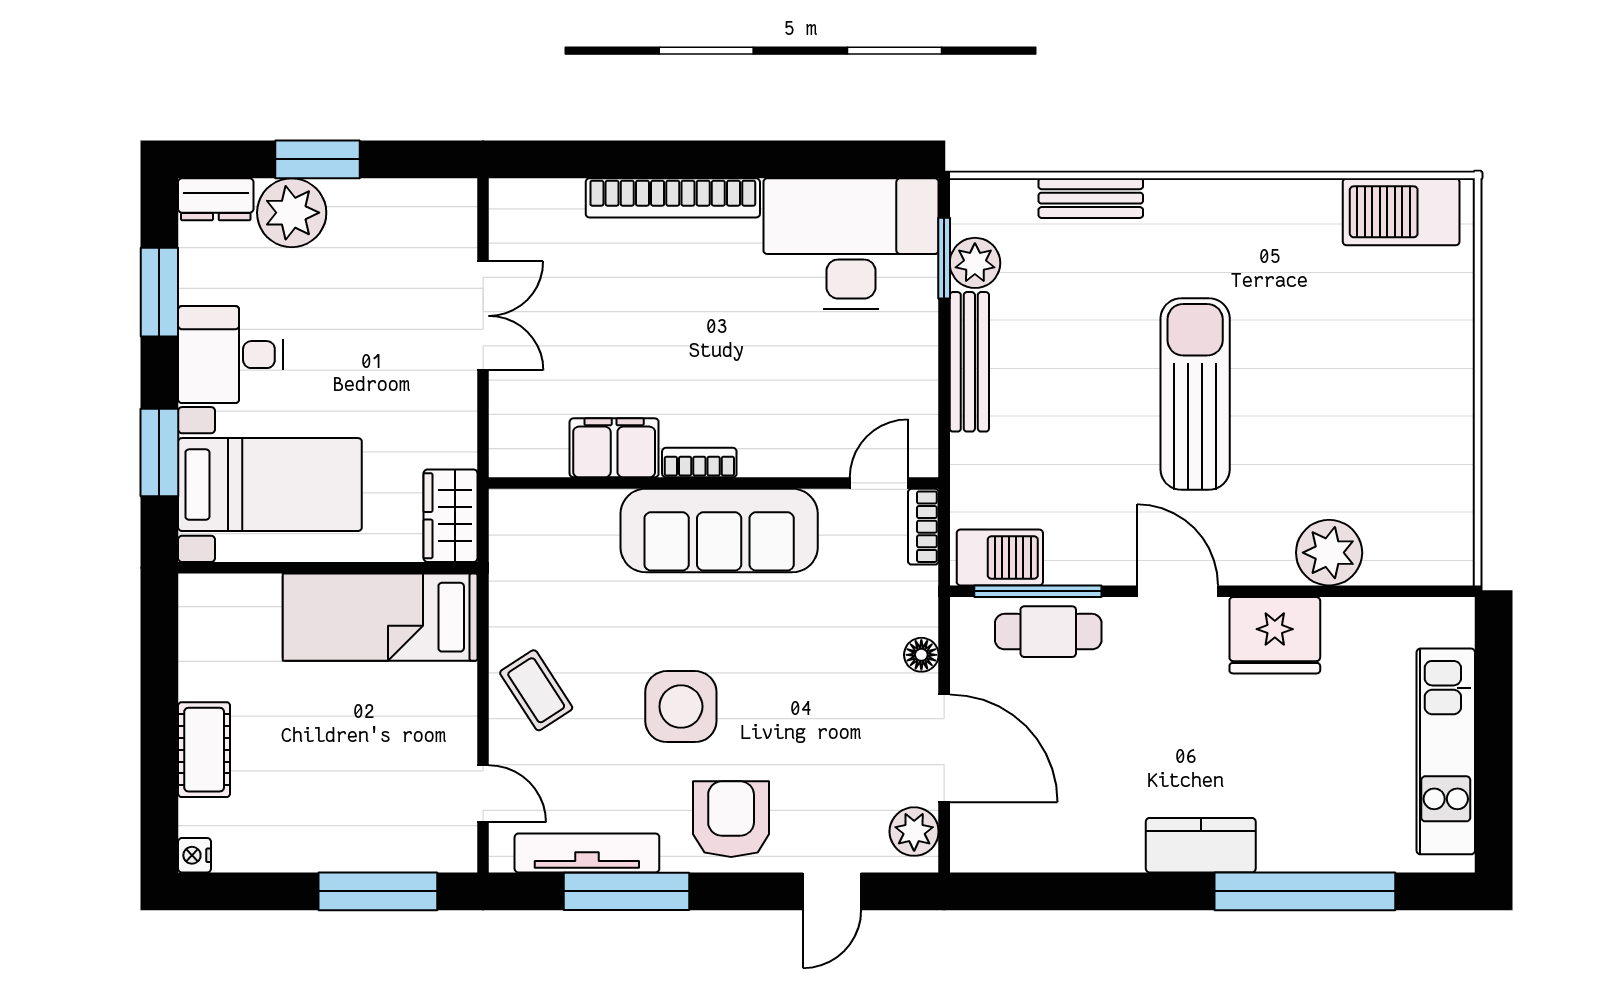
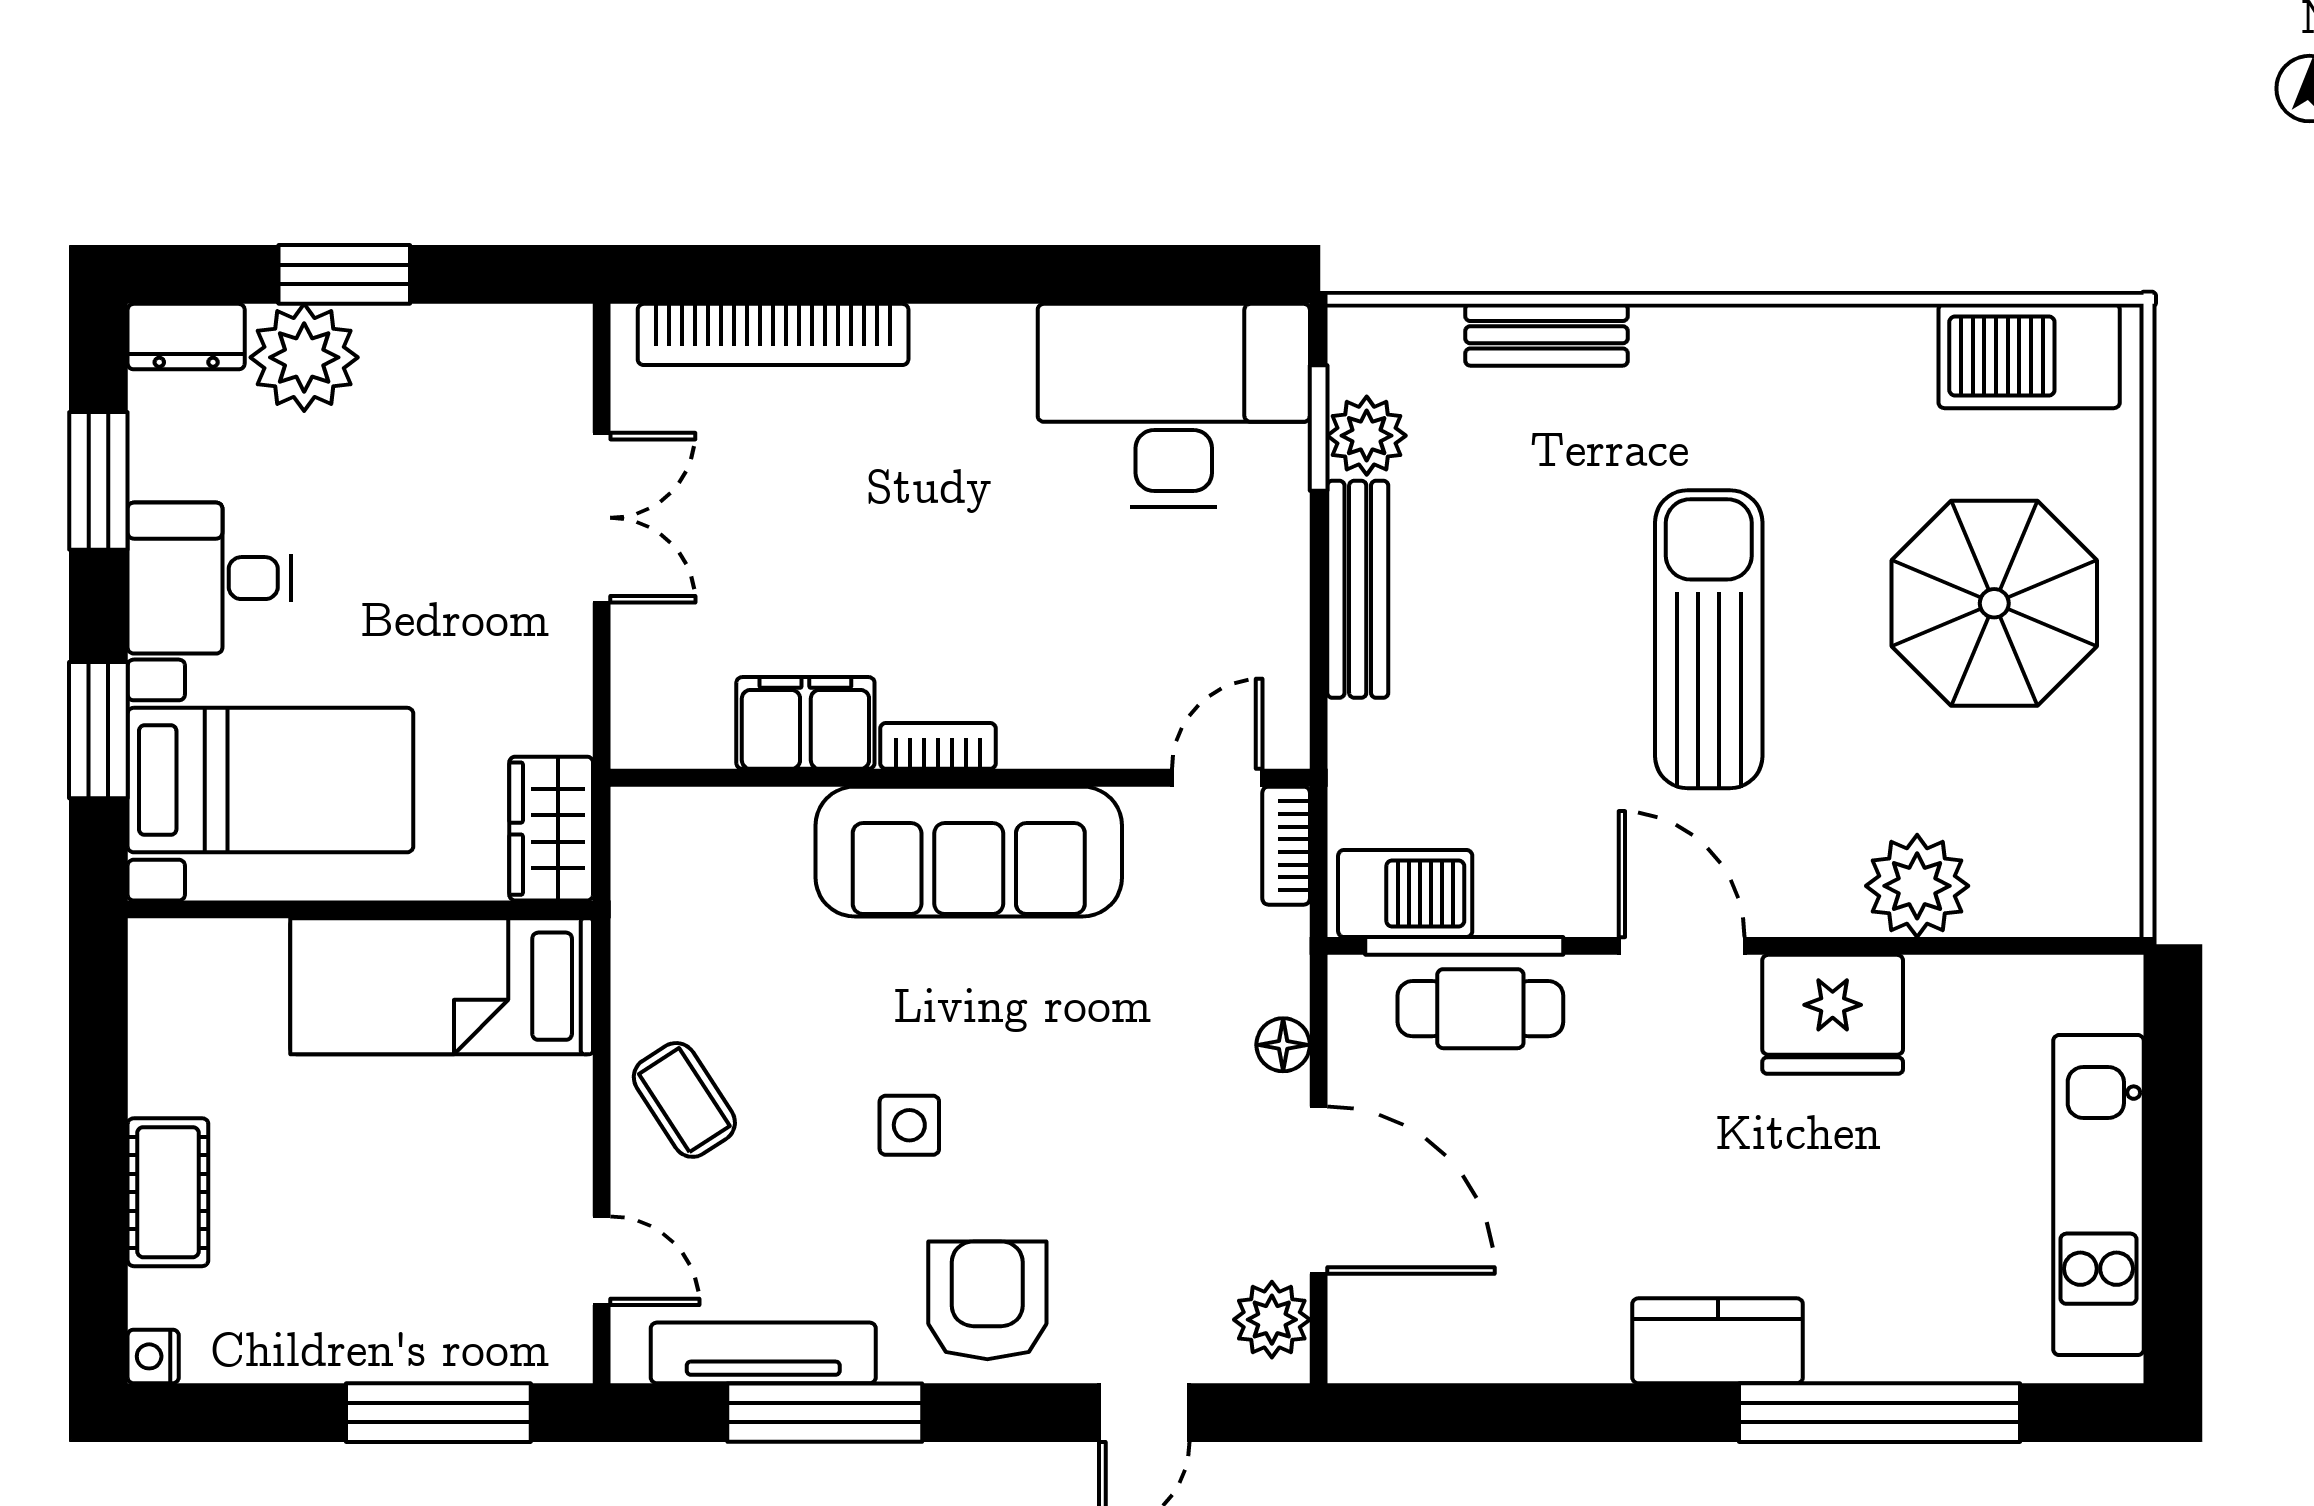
bookcase: (673, 198) -> (773, 334), moved
parasol: (1379, 371) -> (1994, 603), added
side table: (681, 707) -> (909, 1125), width x0.54, depth x0.54

